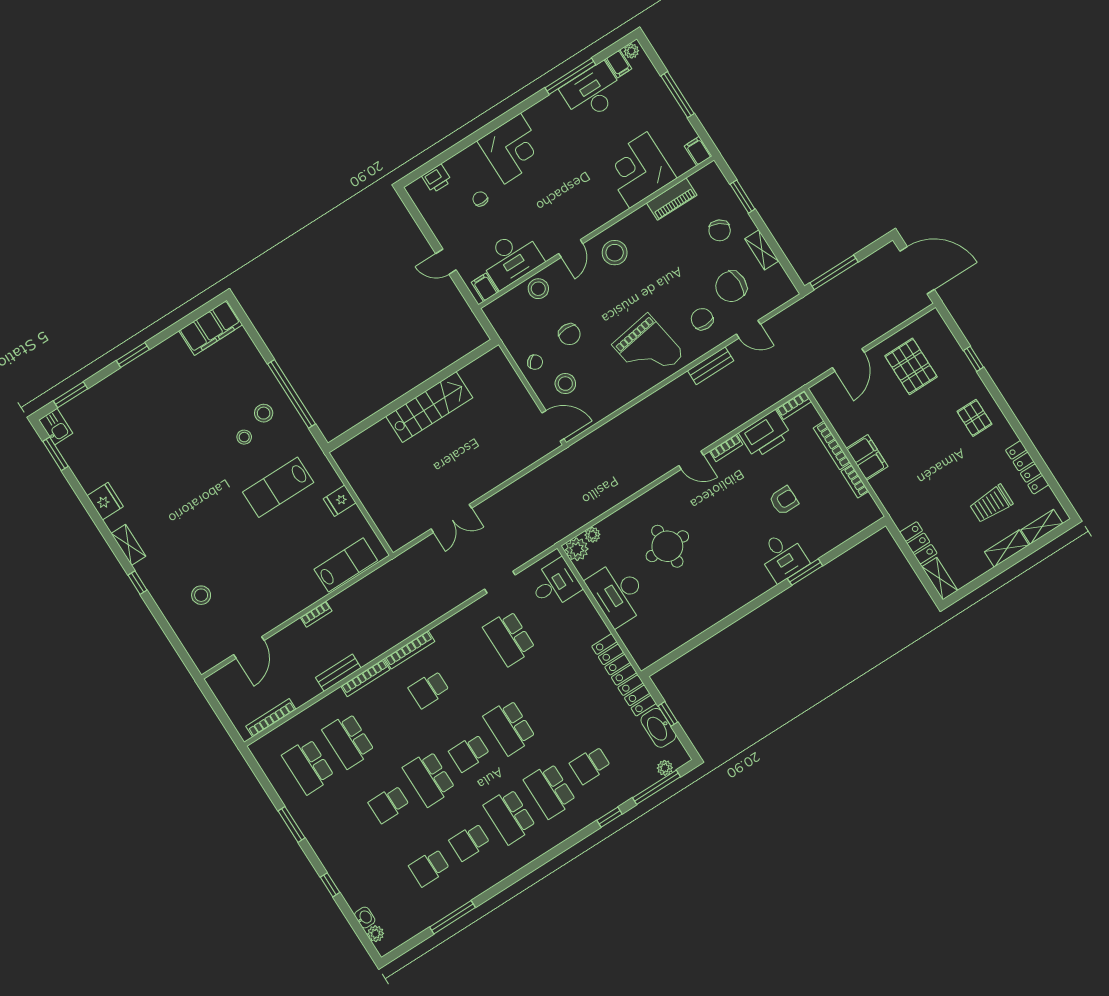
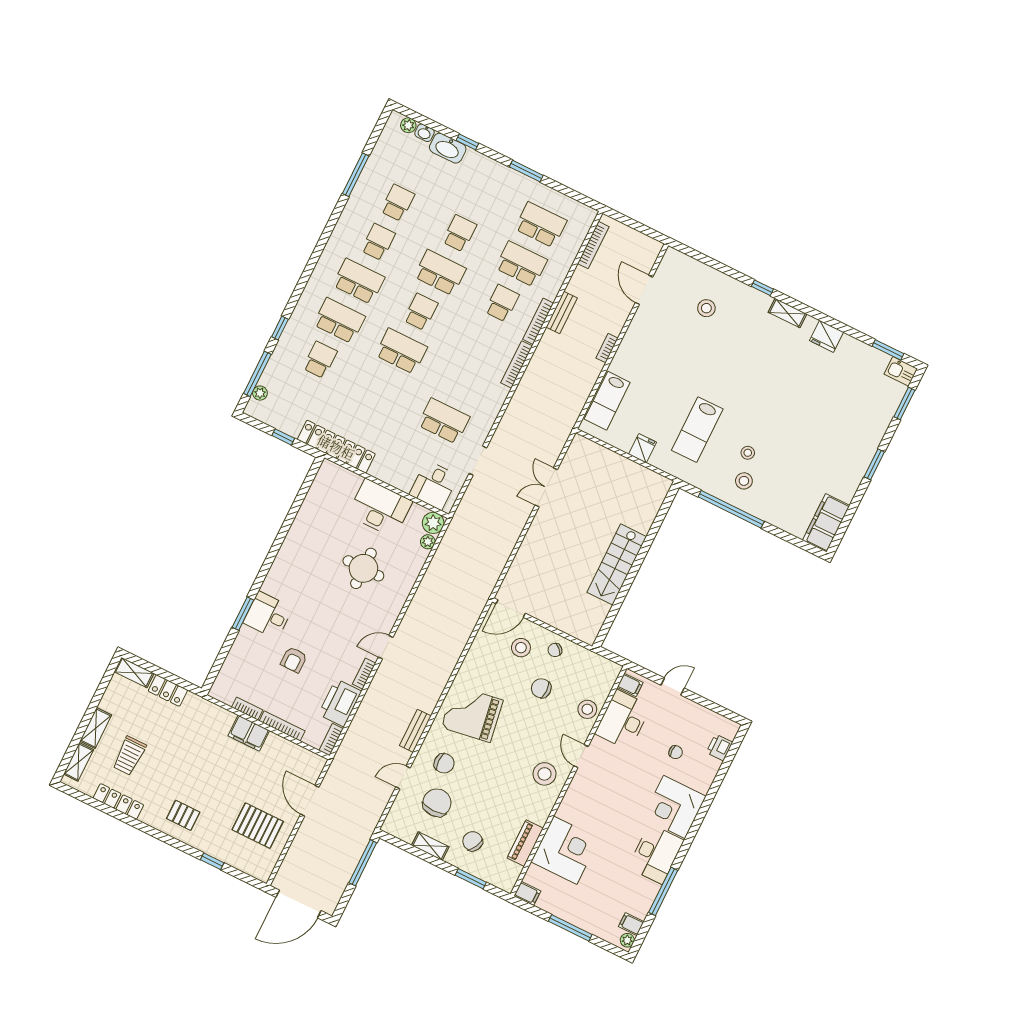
desk: (592, 92) -> (656, 854), moved
lab bench: (278, 487) -> (697, 430), turned 180
trolley: (991, 504) -> (129, 756), turned 180
school desk: (429, 689) -> (502, 303), moved
washbasin: (658, 728) -> (448, 148), moved, turned 180

